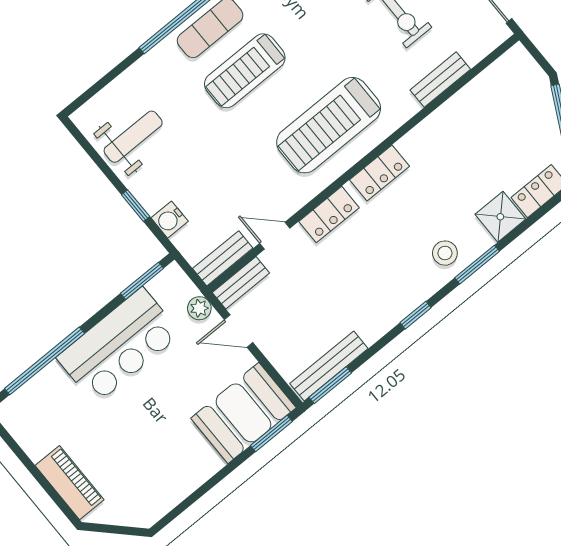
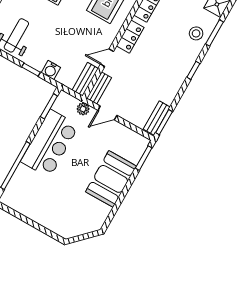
bench: (329, 366) -> (157, 118), width x0.73
booth: (243, 413) -> (111, 179), moved
piano: (70, 483) -> (52, 222), removed

